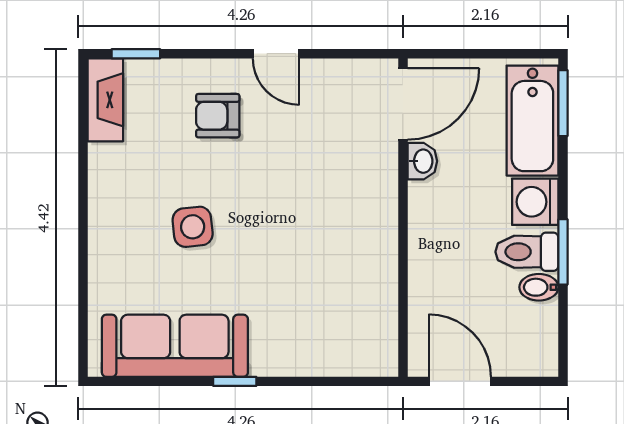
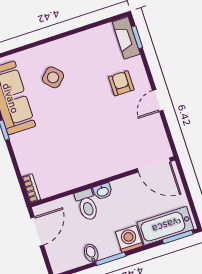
fireplace: (105, 100) -> (126, 38), moved, turned 90
washbasin: (422, 161) -> (103, 191), moved
side table: (193, 227) -> (53, 77), moved, turned -38
toilet: (527, 252) -> (87, 205), moved, turned 180
bookcase: (369, 365) -> (31, 188), added

